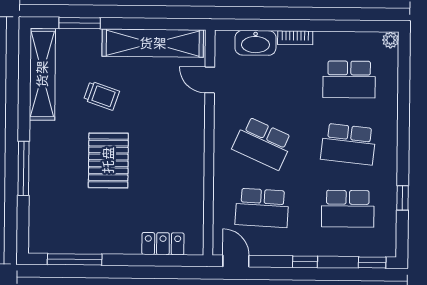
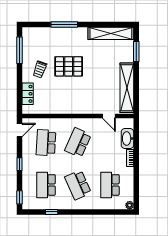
door: (210, 80) -> (109, 116), swing flipped
trolley: (101, 96) -> (40, 69), moved
school desk: (348, 144) -> (78, 185), turned -30

